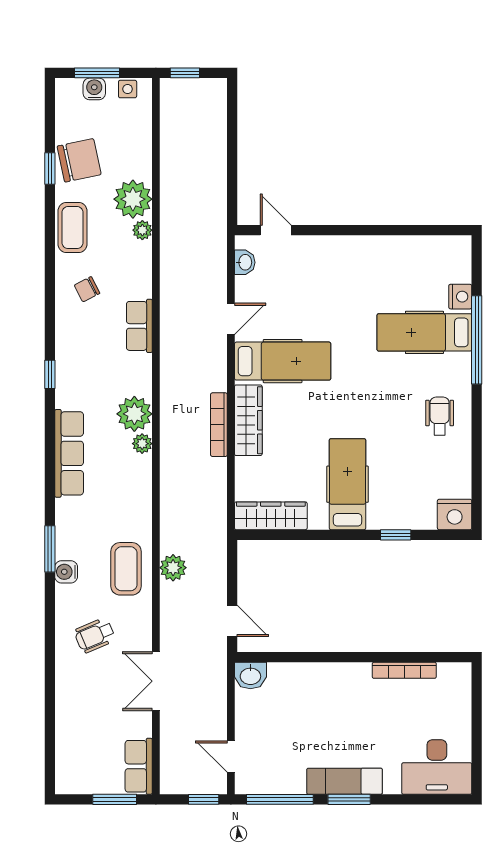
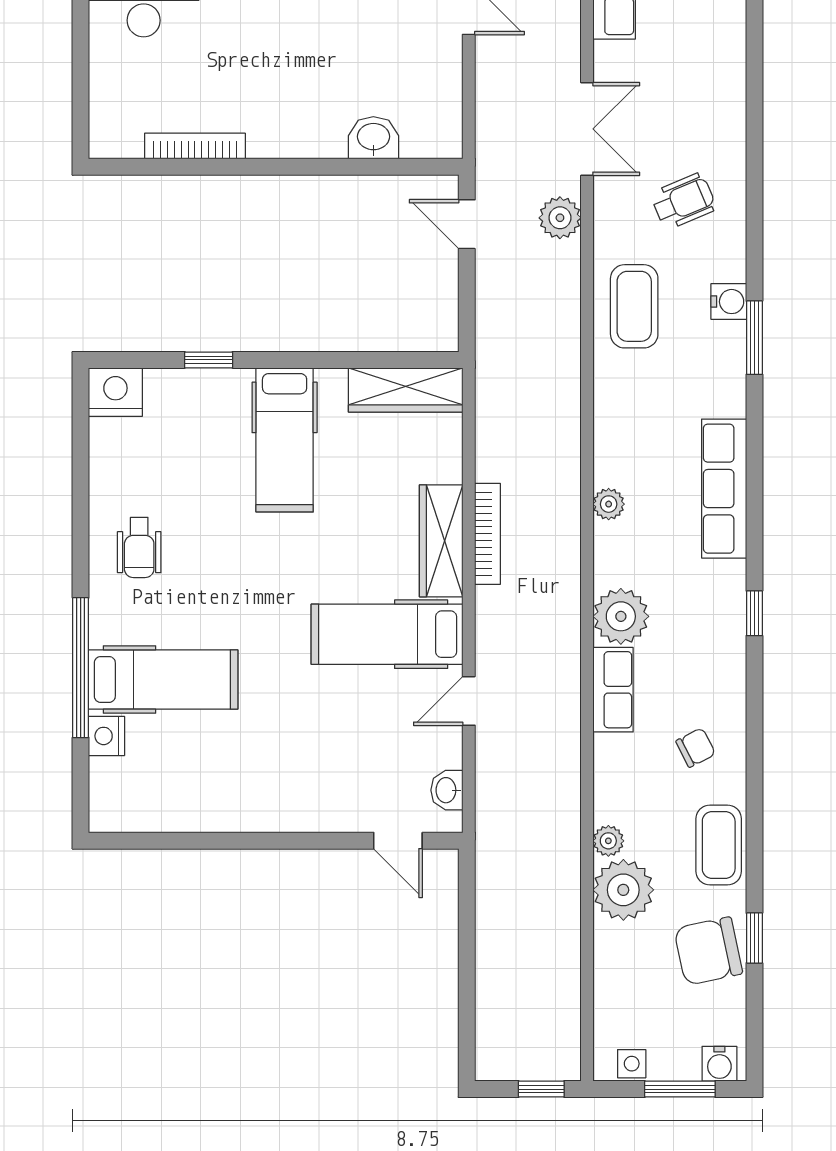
water cooler: (94, 89) -> (719, 1064), moved
plant: (134, 414) -> (621, 616), moved
plant: (173, 568) -> (560, 218), moved
washbasin: (250, 676) -> (373, 138), moved

